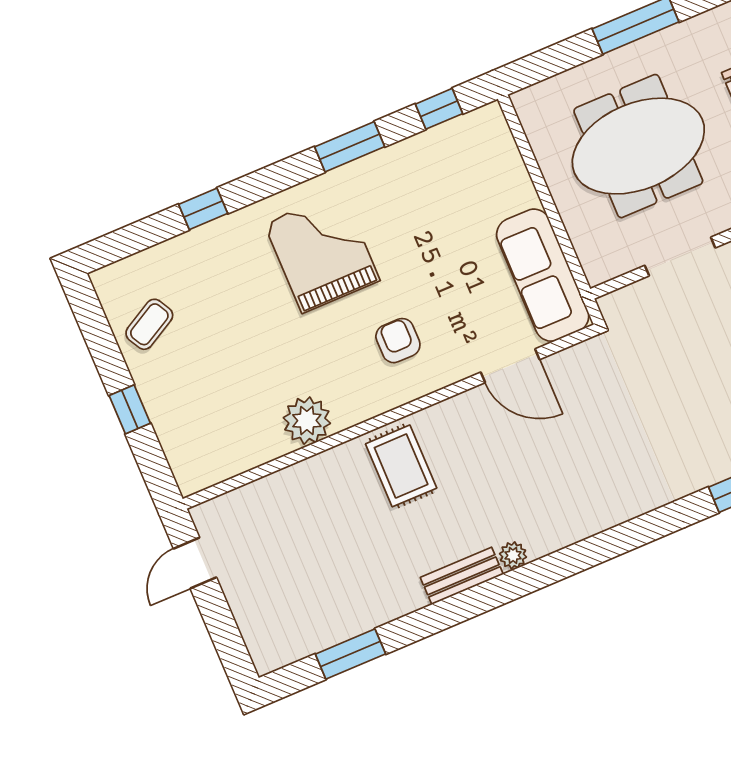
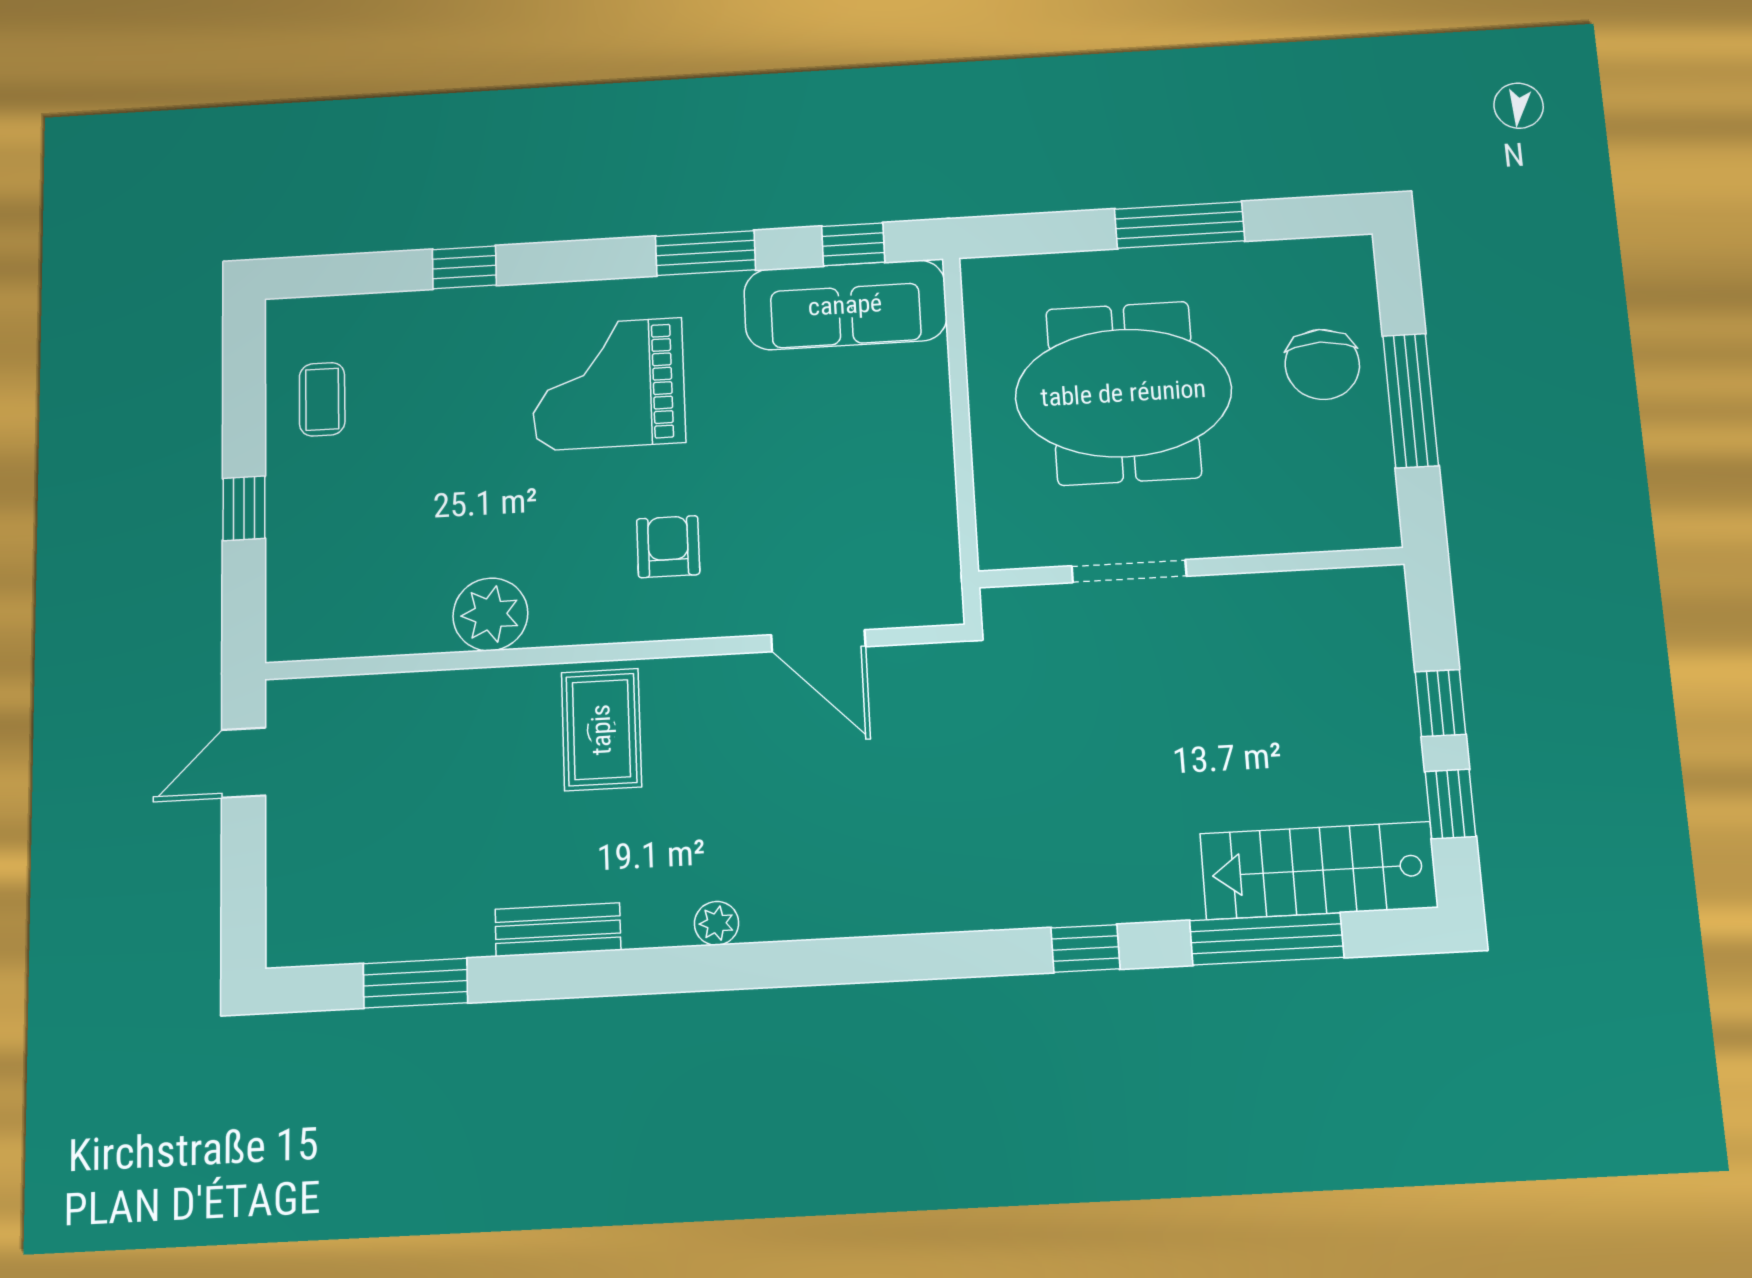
grand piano: (322, 252) -> (608, 384), turned -90
sofa: (543, 275) -> (845, 305), moved, turned -90
coffee table: (149, 324) -> (322, 399), turned -61
bench: (462, 576) -> (558, 930), moved

